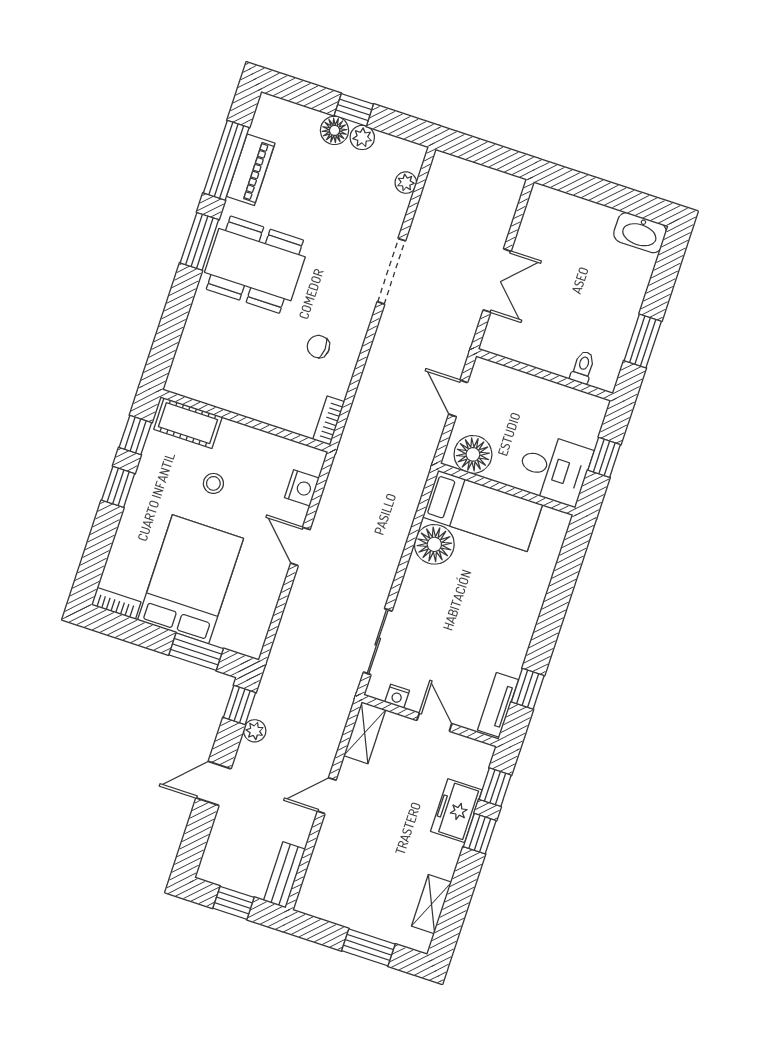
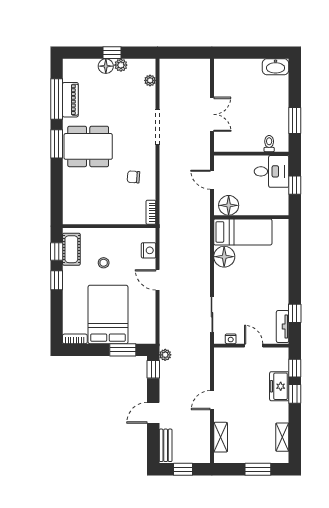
cot: (188, 423) -> (71, 249), moved, turned 90
desk: (554, 469) -> (272, 171), moved
plant: (255, 731) -> (165, 355), moved
shelving: (365, 733) -> (221, 437), moved
bench: (284, 875) -> (166, 445), moved

